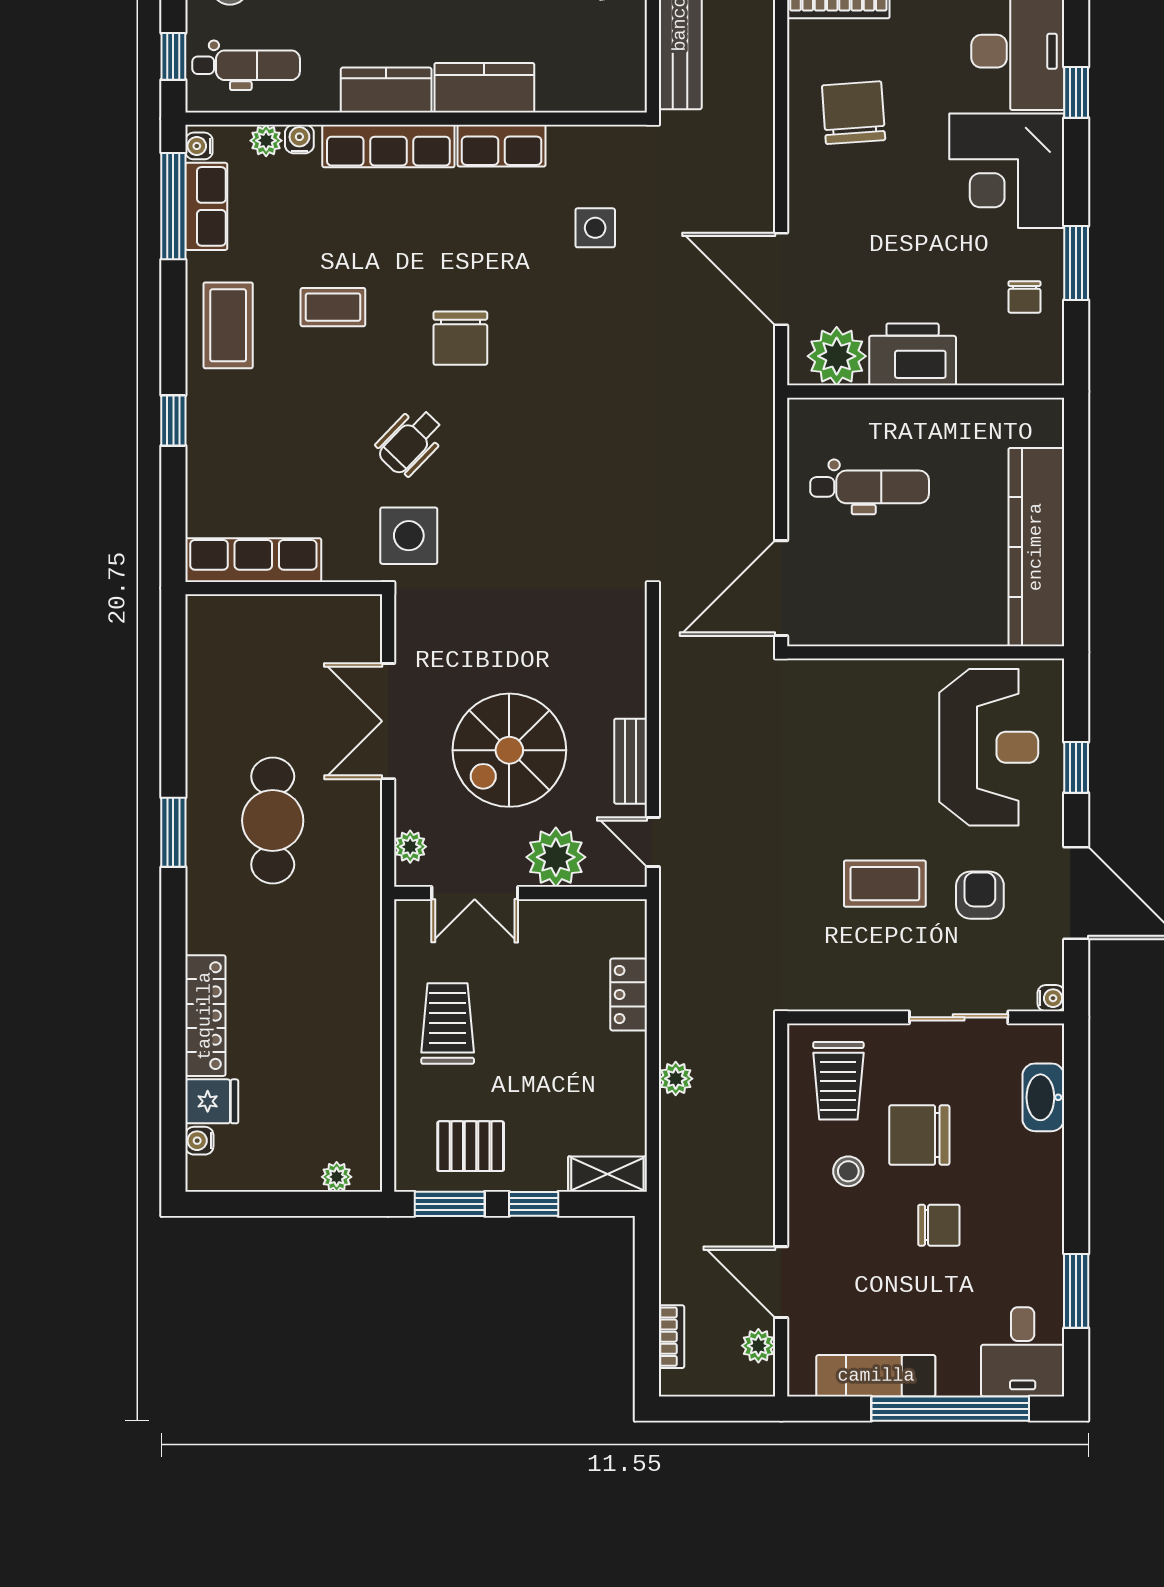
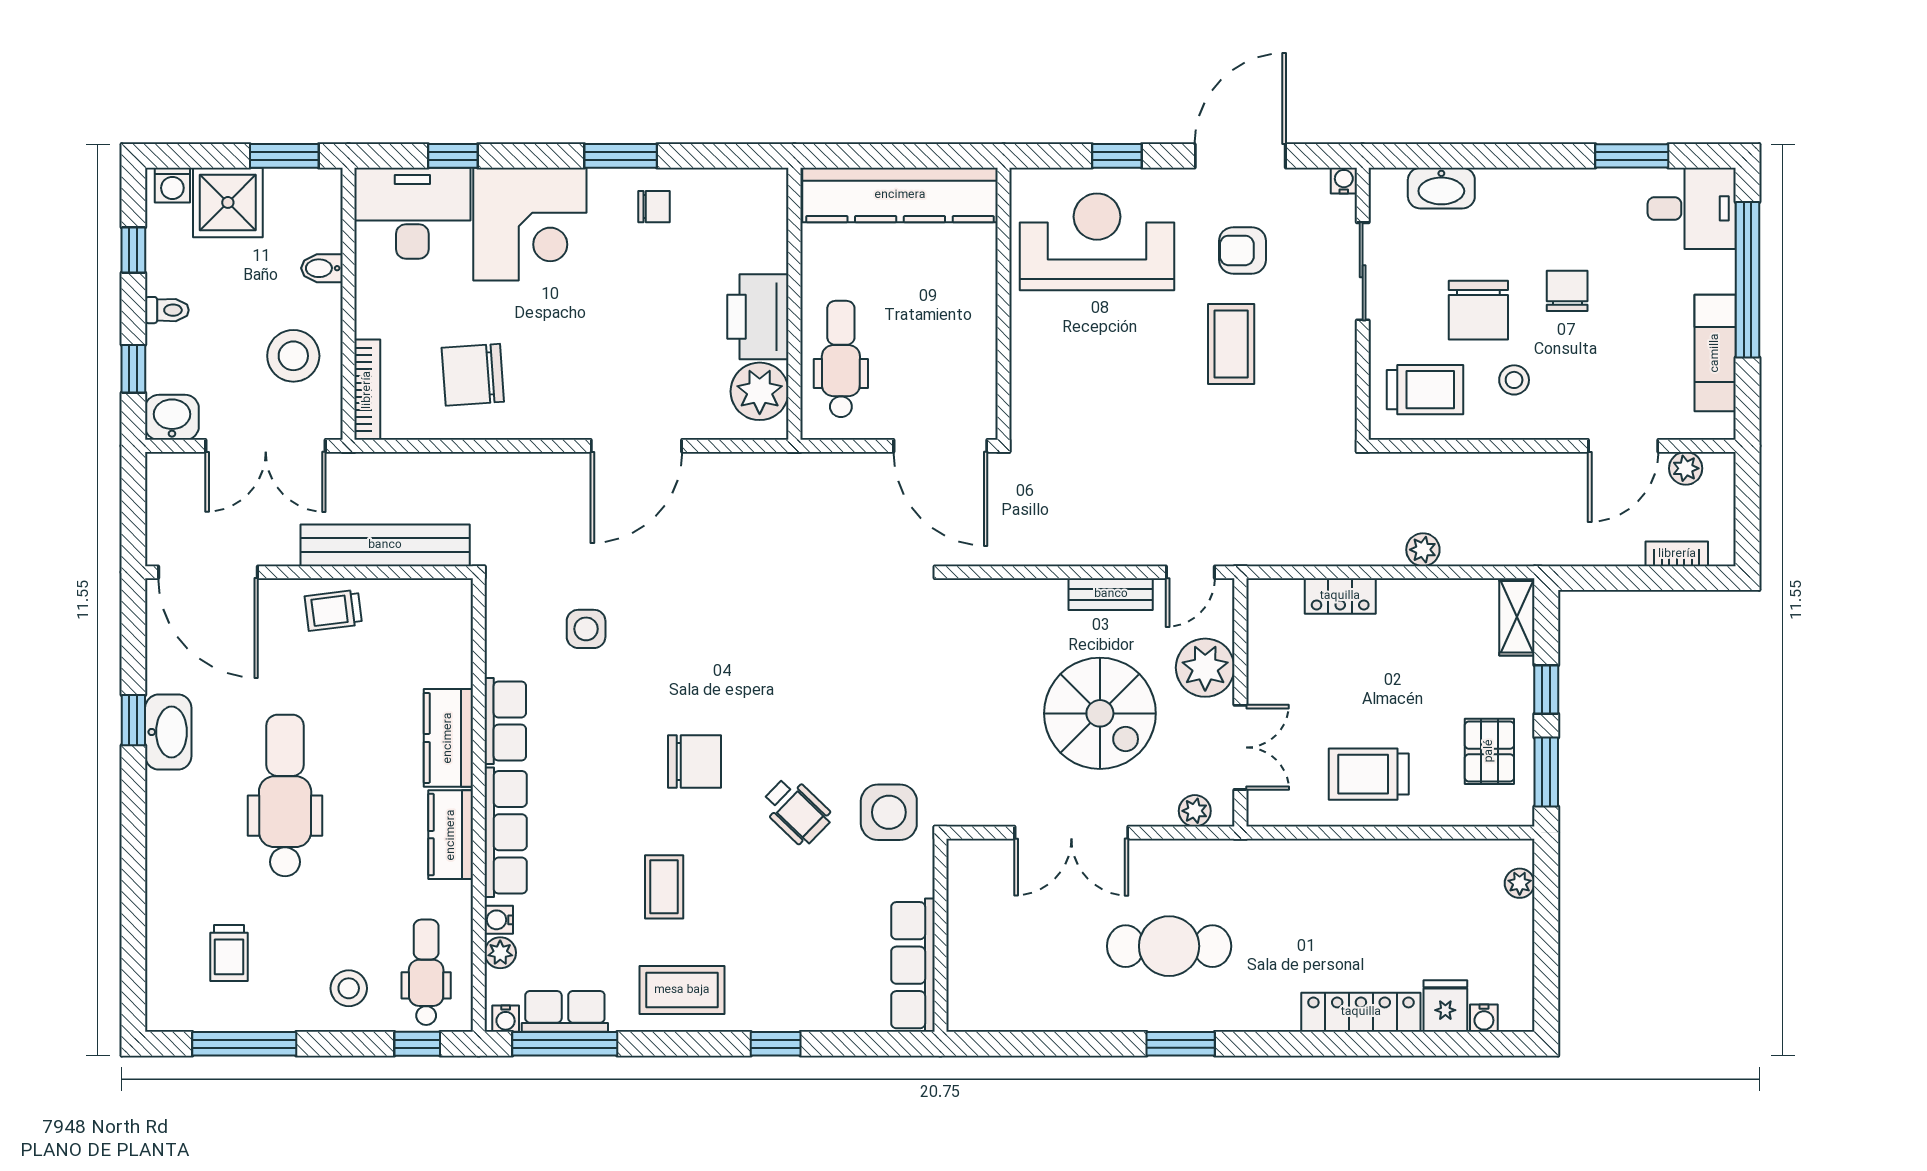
printer: (913, 354) -> (758, 317), moved
plant: (837, 356) -> (760, 391), moved
wall: (926, 392) -> (794, 304), moved

